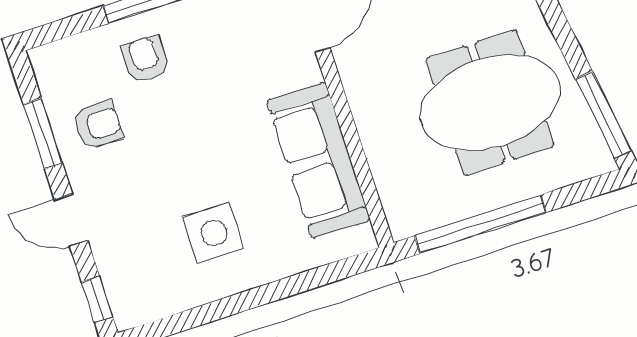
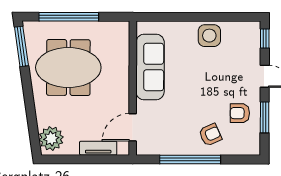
armchair: (145, 59) -> (210, 135), turned -115
window: (480, 224) -> (69, 17), moved
side table: (214, 233) -> (209, 36), moved

